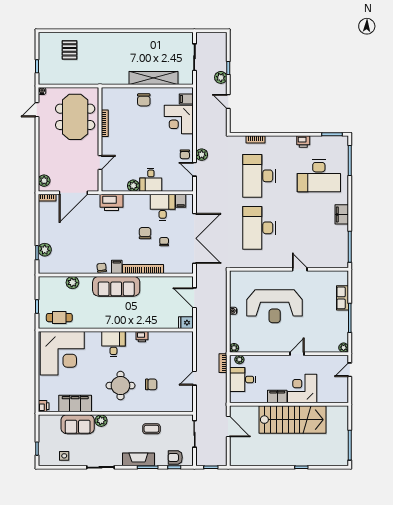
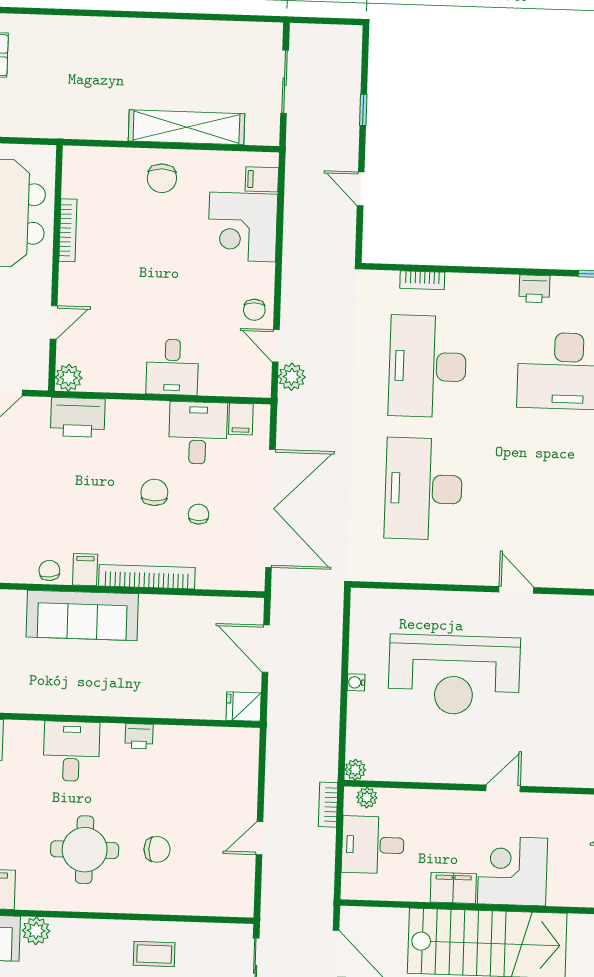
plant: (221, 77) -> (345, 131), removed
plant: (202, 155) -> (292, 377), moved
plant: (133, 186) -> (69, 378), moved

